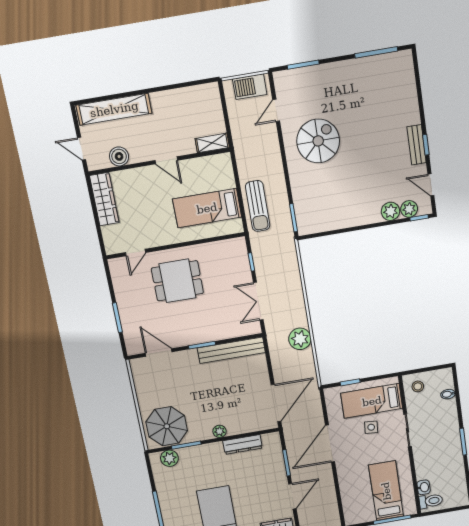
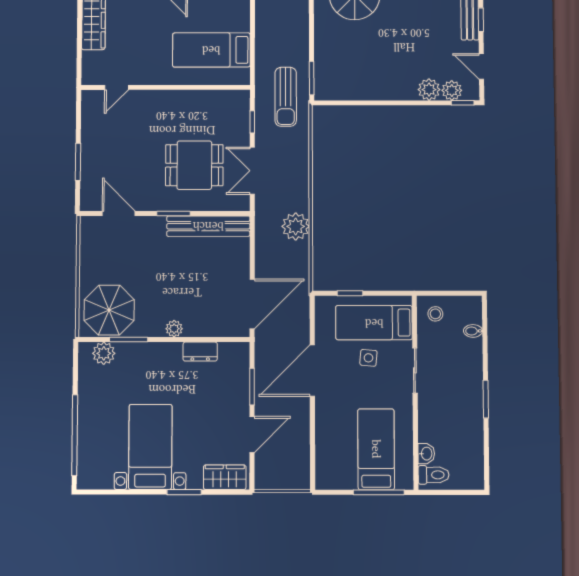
sun lounger: (258, 206) -> (286, 97), moved
dining table: (177, 281) -> (194, 165), moved
dresser: (243, 444) -> (200, 352), width x0.70

